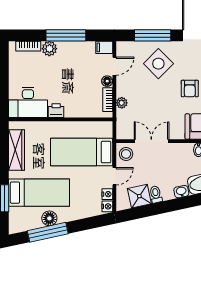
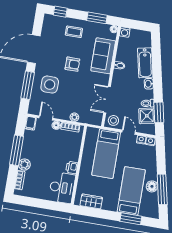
side table: (158, 64) -> (50, 85), turned 45
wardrobe: (16, 150) -> (91, 201), width x0.67
window: (147, 211) -> (159, 112), added

